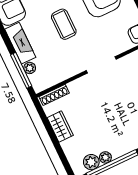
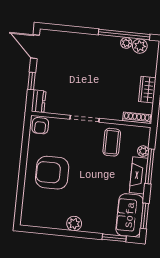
coffee table: (64, 24) -> (112, 142), moved
window: (21, 70) -> (150, 166), moved

